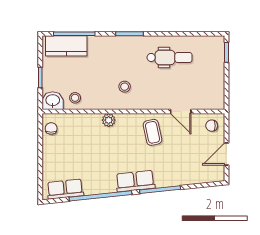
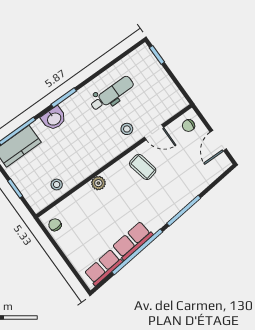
stool: (125, 87) -> (127, 129), moved
washbasin: (53, 101) -> (54, 119), moved, turned 180
row of seats: (135, 181) -> (133, 241), moved

